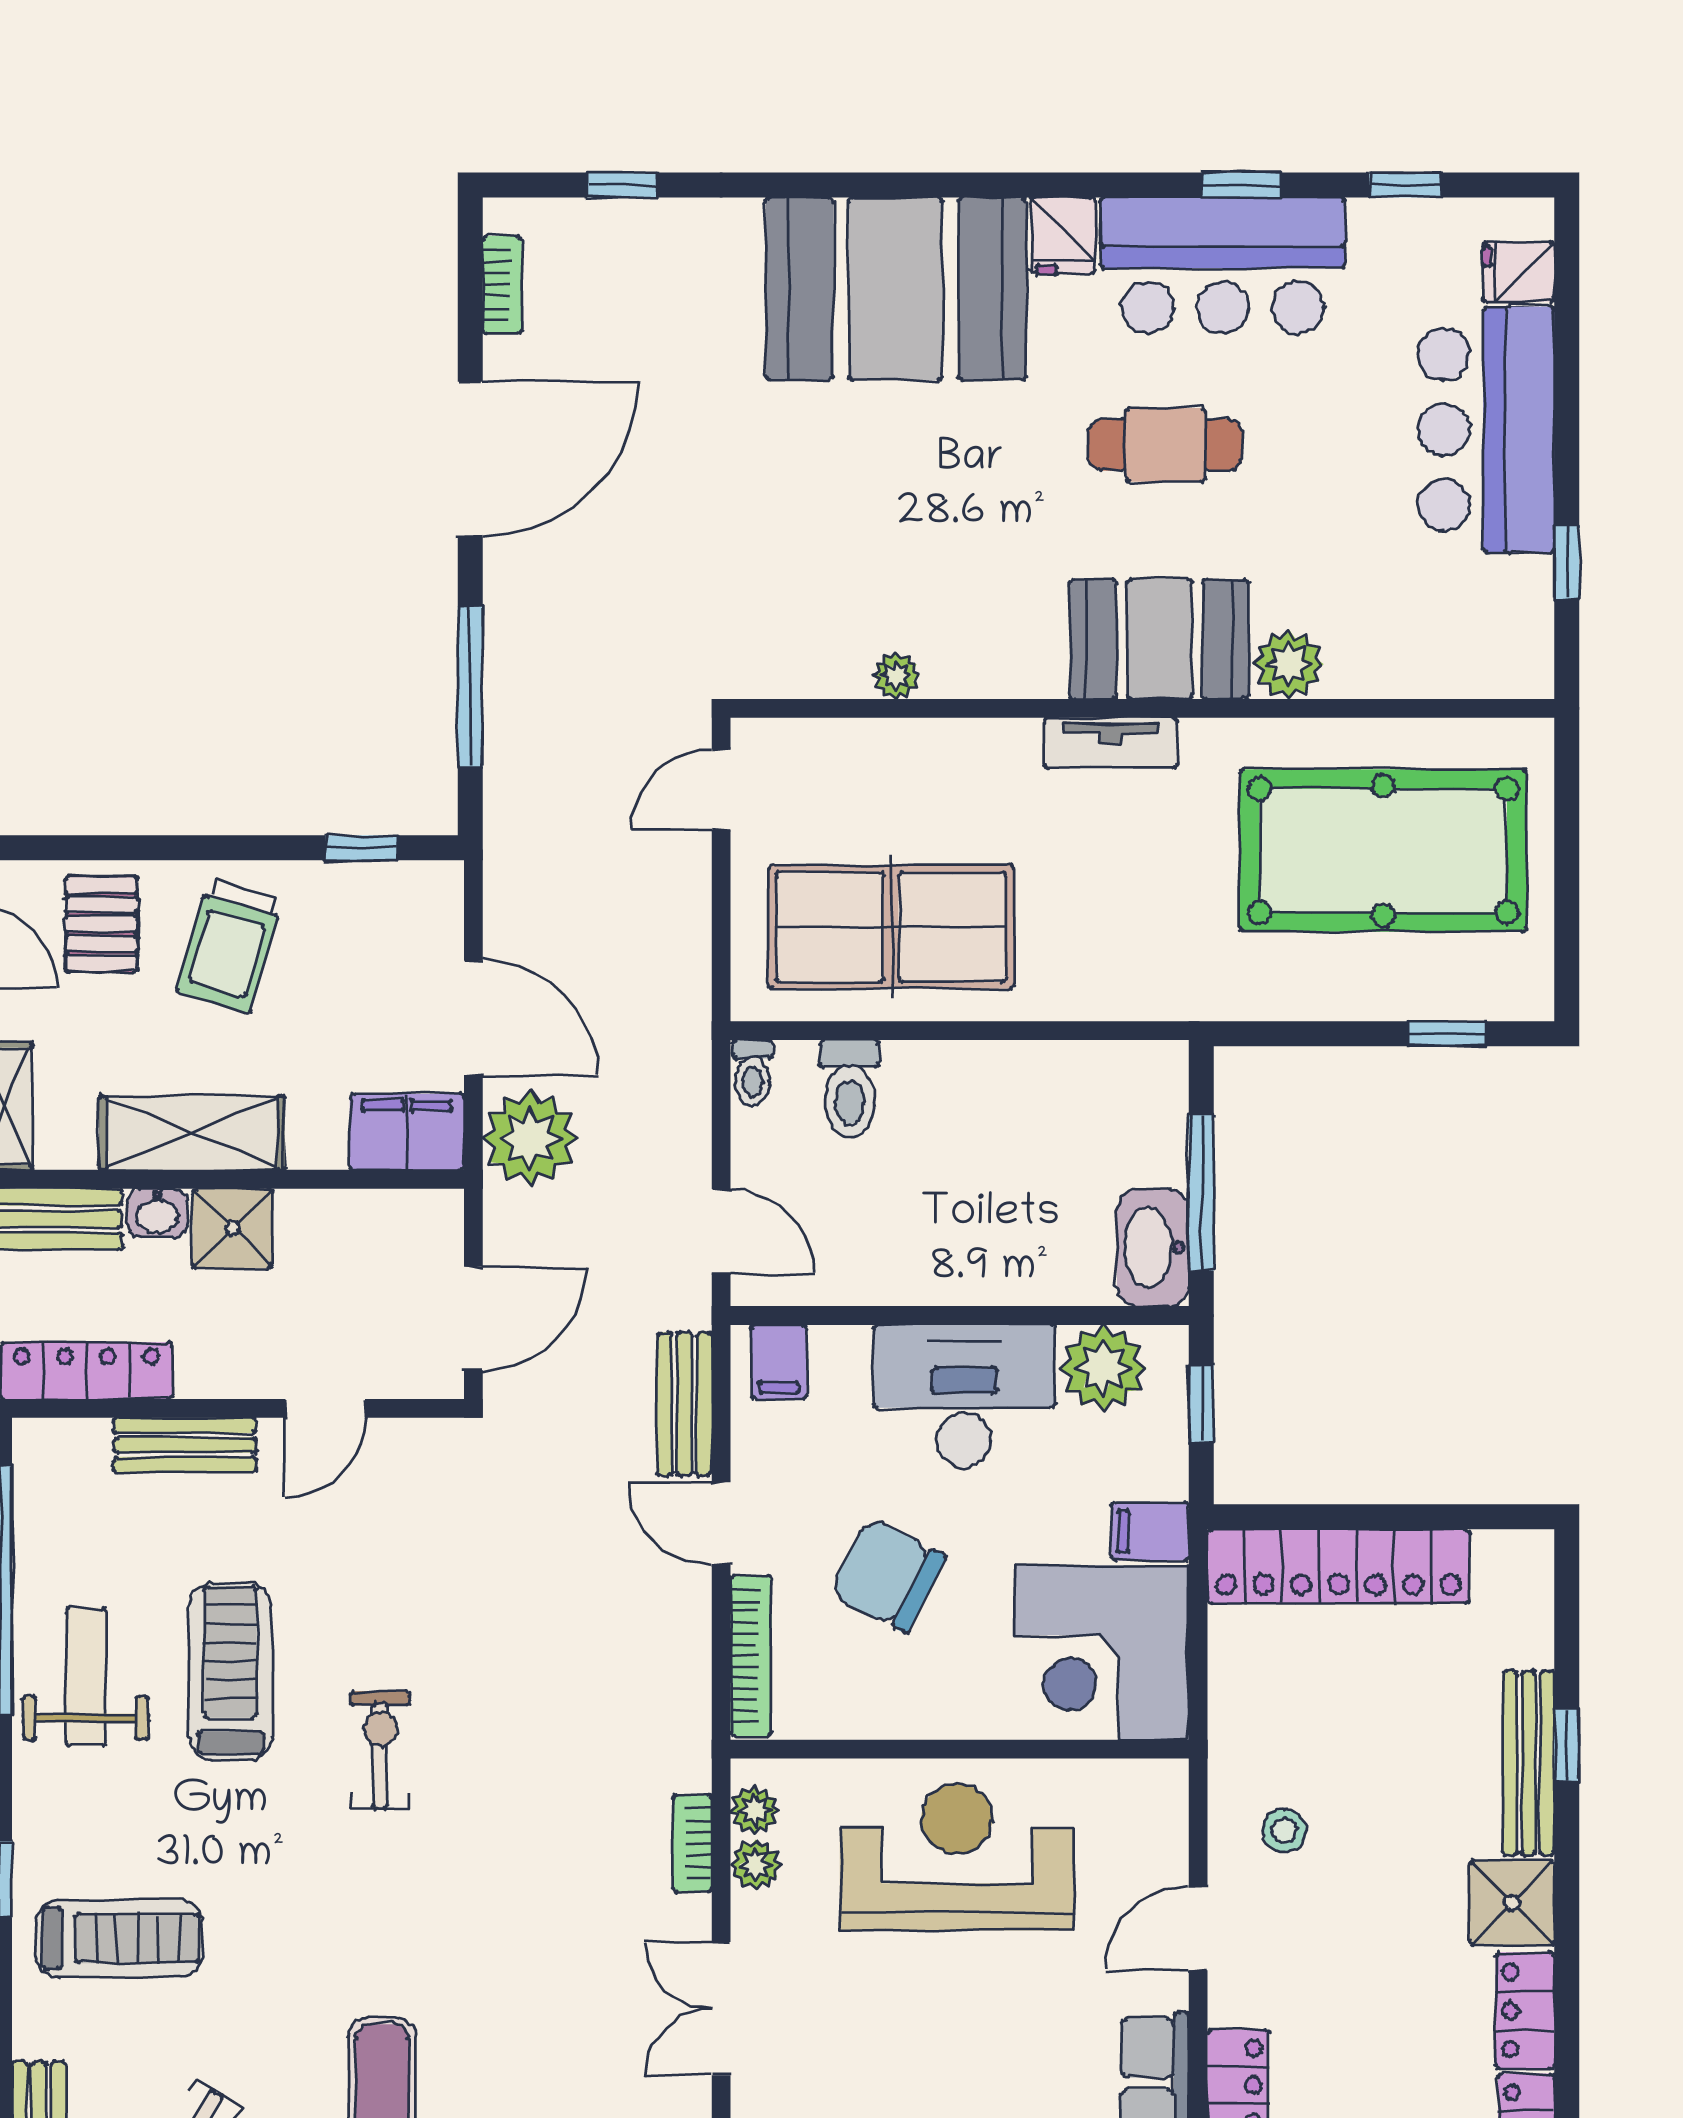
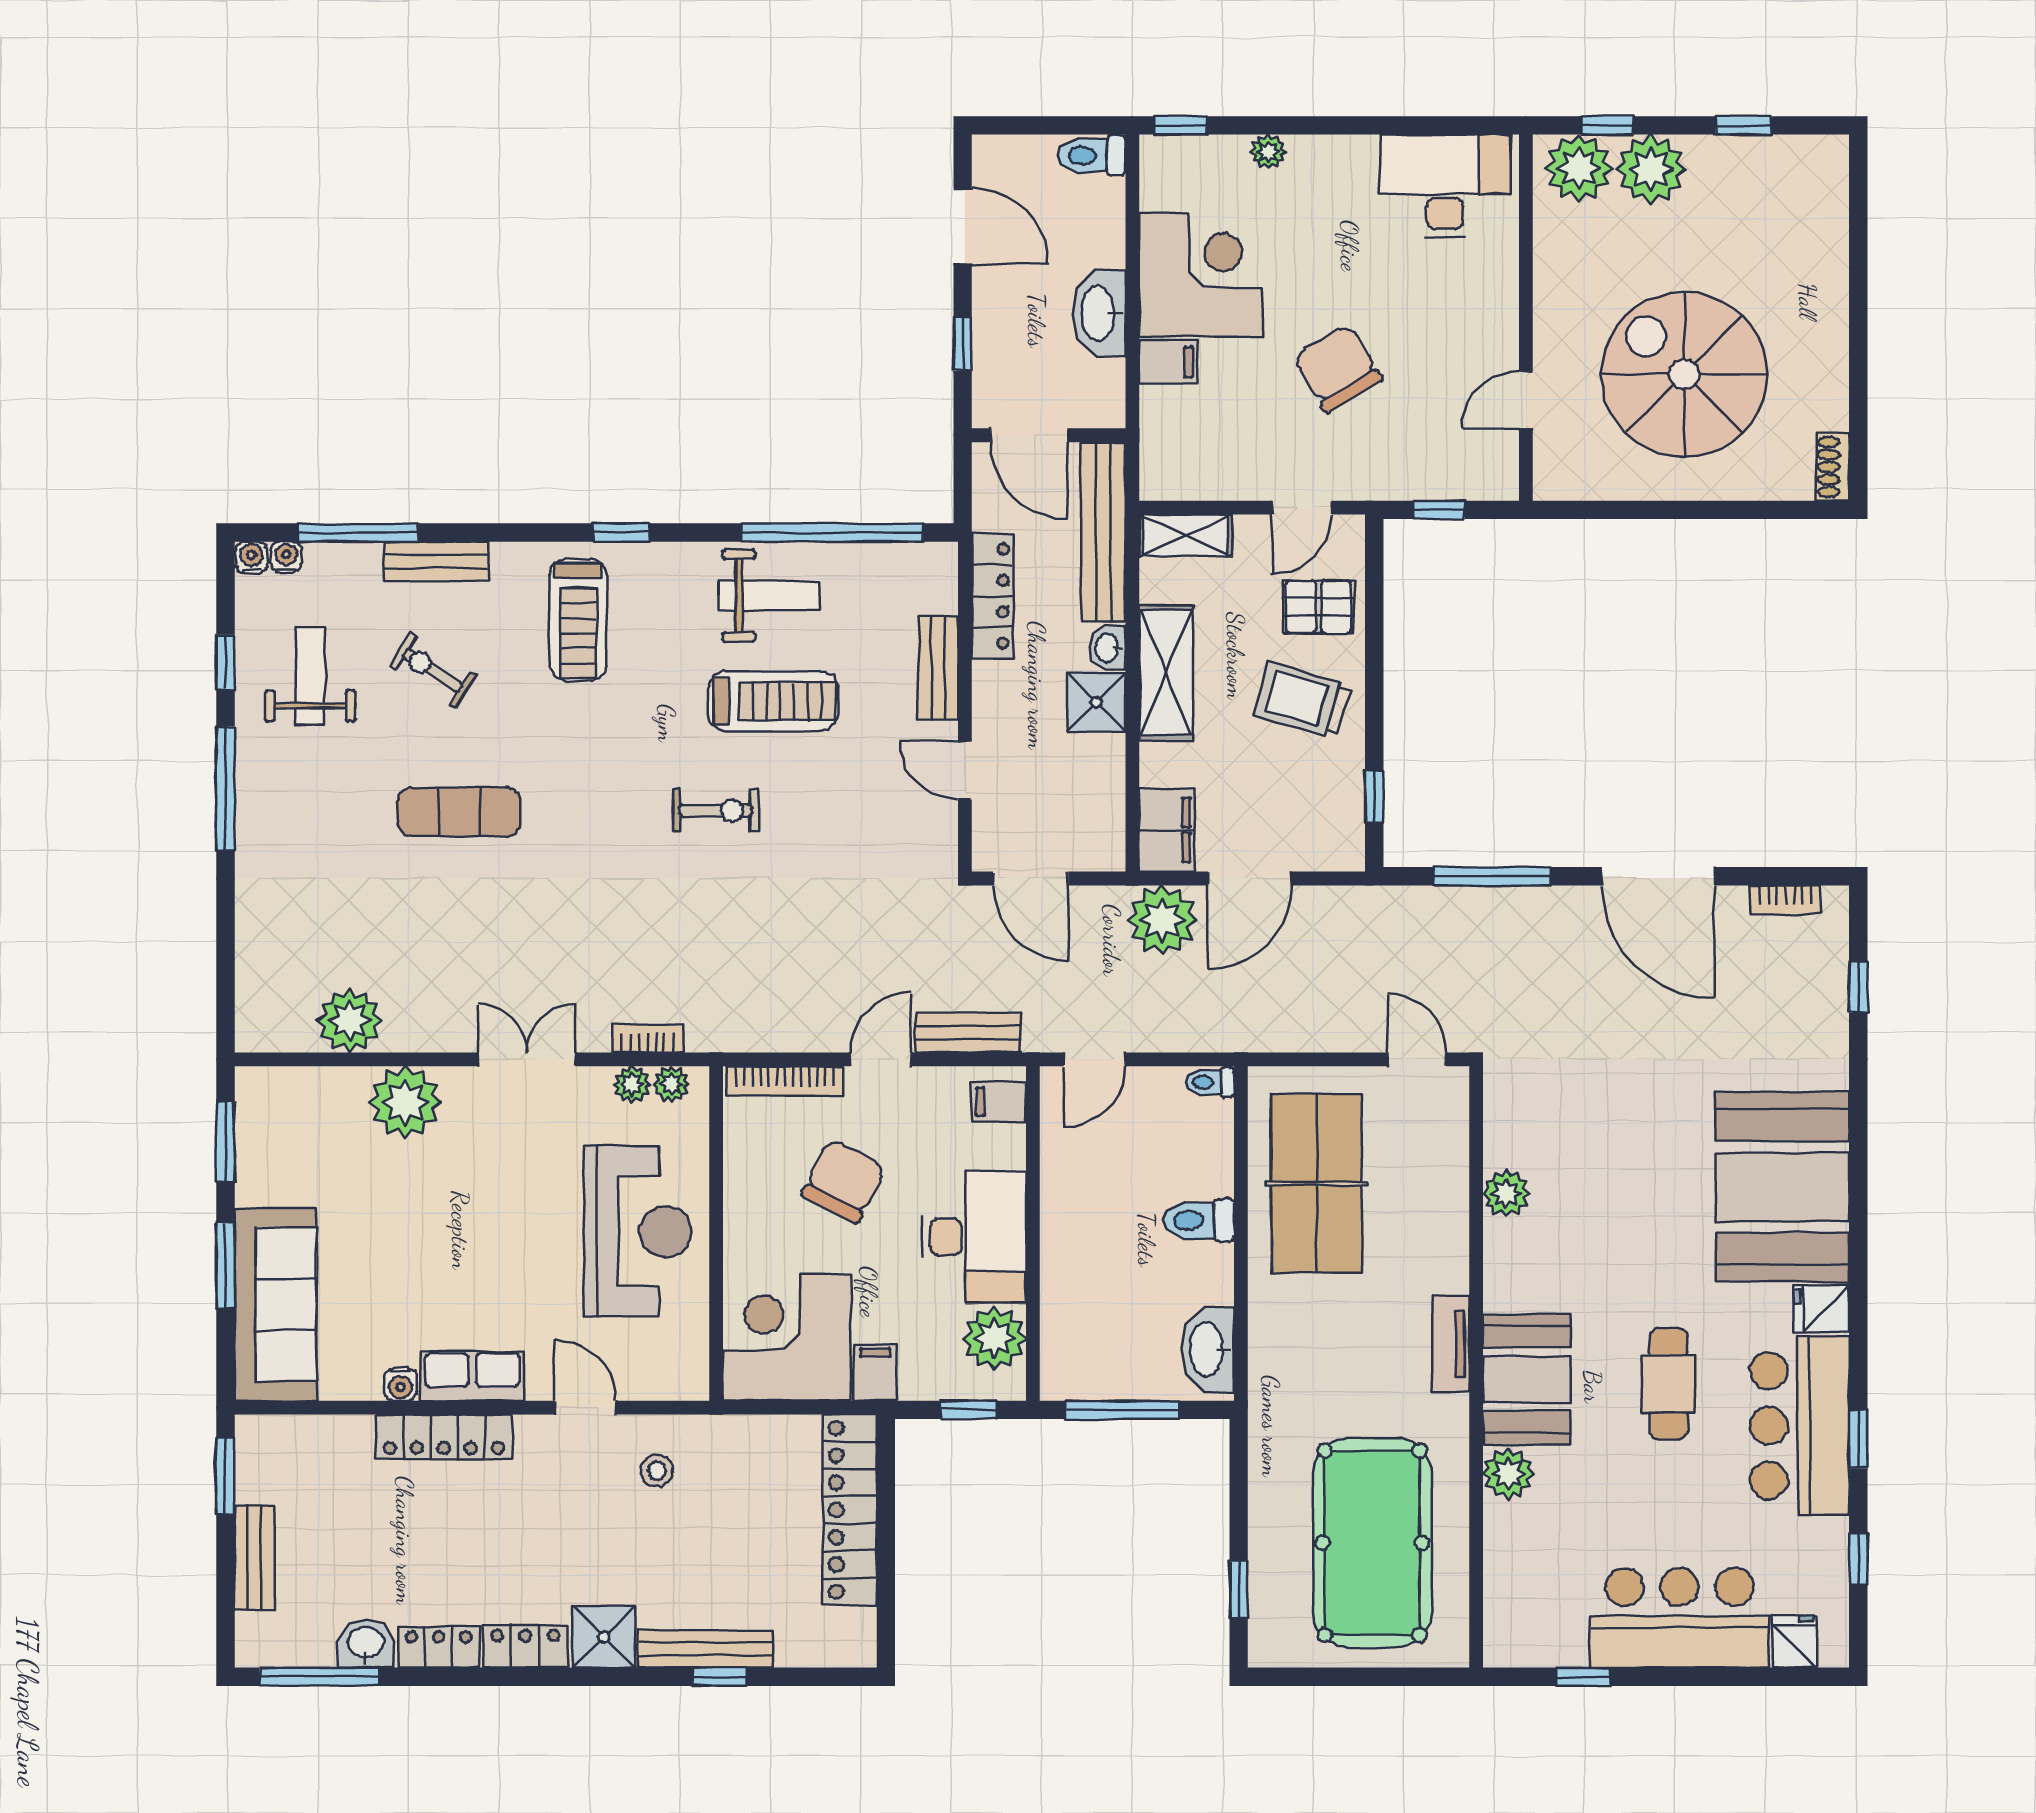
plant: (896, 676) -> (1506, 1194), width x1.38, depth x1.38
toilet: (850, 1089) -> (1198, 1220), moved
washbasin: (1153, 1248) -> (1208, 1349), moved, turned -90

